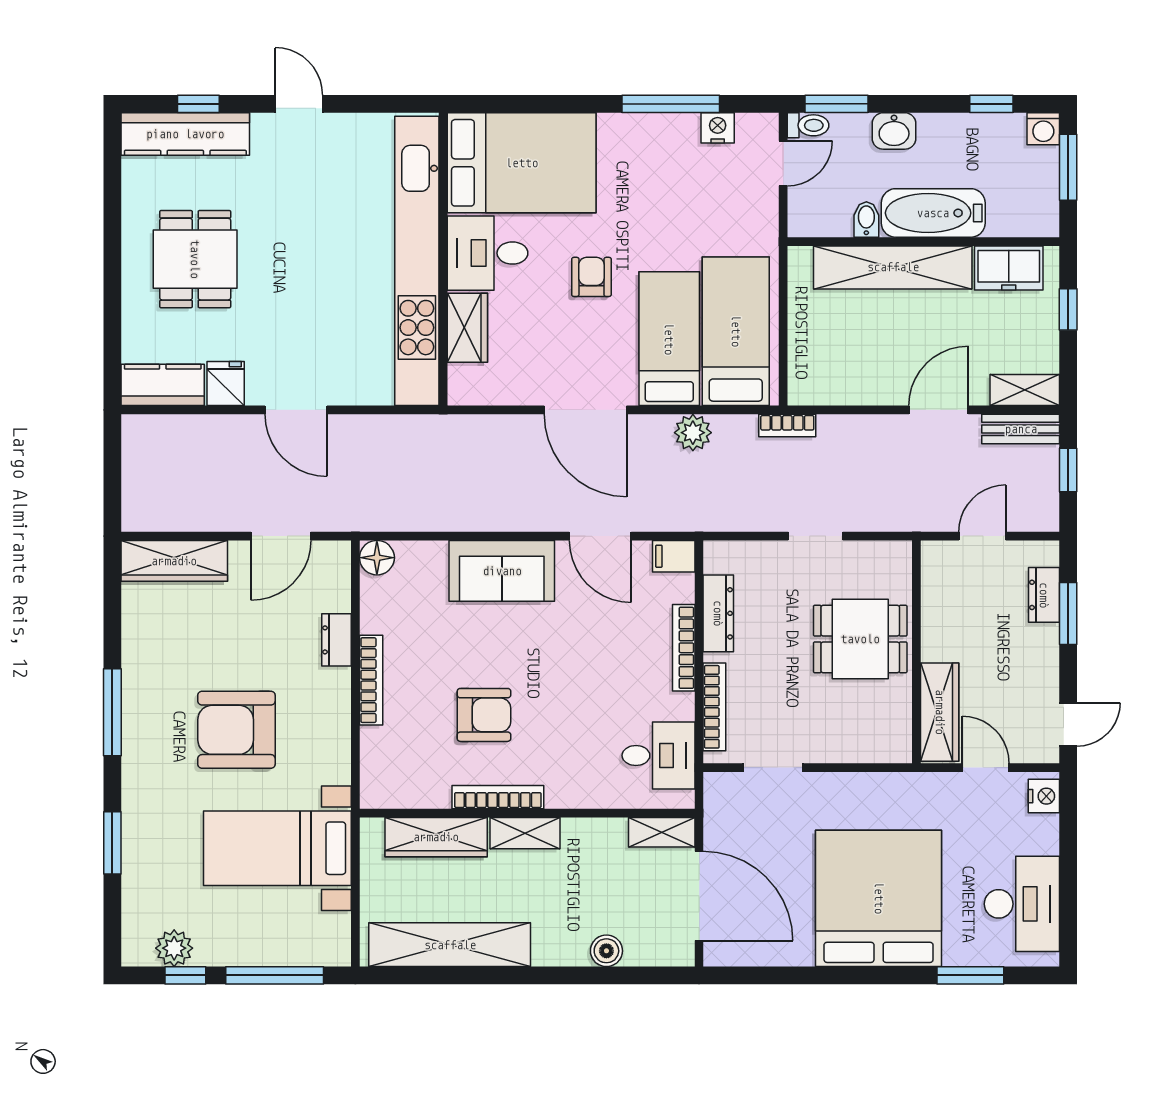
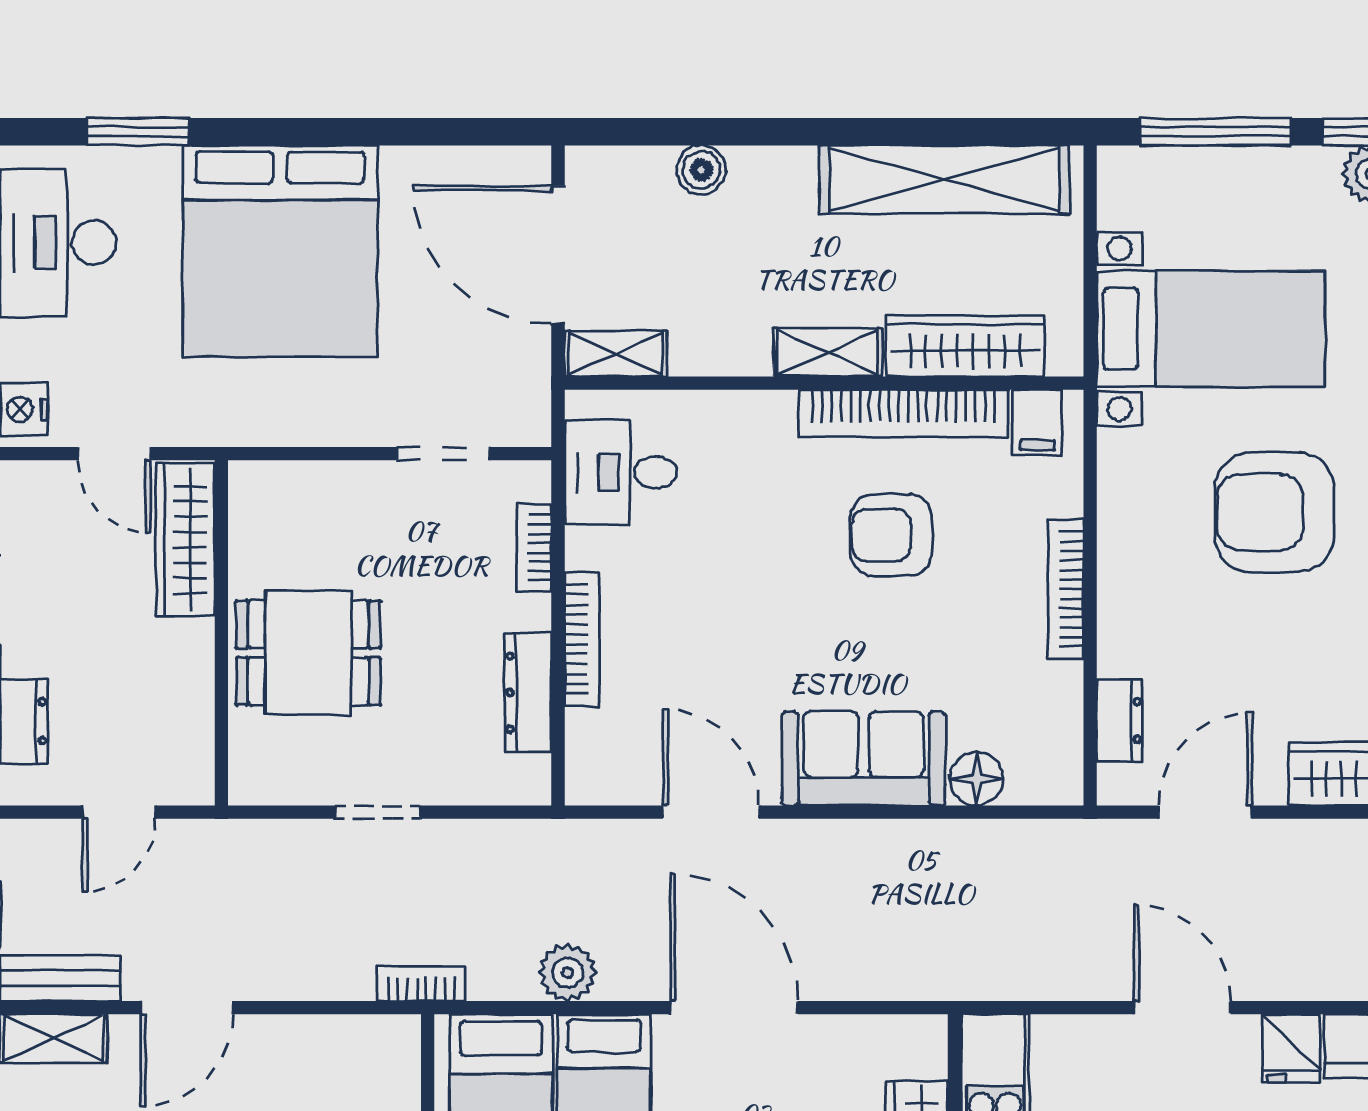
filing cabinet: (674, 556) -> (1037, 422), moved, turned 90
floor lamp: (377, 558) -> (976, 779), moved
dresser: (336, 640) -> (1120, 720), moved
bookcase: (714, 707) -> (534, 548), width x0.64
armchair: (236, 730) -> (1274, 512), turned 180
bookcase: (498, 797) -> (904, 413), width x1.48, depth x1.31

